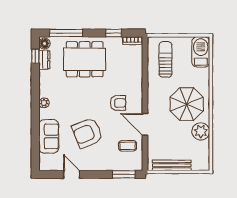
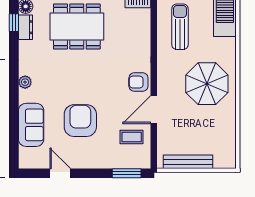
armchair: (118, 103) -> (138, 82), moved, turned 180
door: (145, 124) -> (154, 110), hinge flipped
plant: (201, 131) -> (225, 119), removed
armchair: (87, 133) -> (80, 121), turned 112

